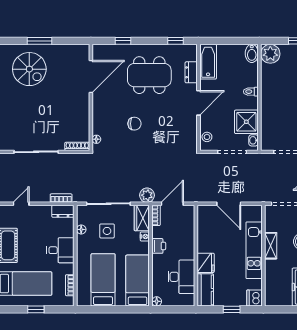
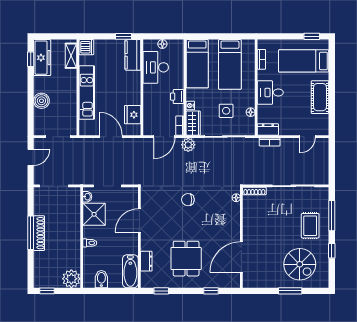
bidet: (252, 53) -> (101, 279), moved
spiral stairs: (29, 69) -> (300, 264), turned 180
dining table: (149, 75) -> (186, 259), width x0.73
door: (198, 103) -> (139, 221), moved
rug: (18, 110) -> (310, 226), added
chair: (134, 124) -> (188, 200), moved
stool: (207, 137) -> (131, 200), removed
shelving: (271, 246) -> (71, 56), moved
fridge: (206, 263) -> (133, 115), moved
floor lamp: (157, 301) -> (162, 44), moved
window: (36, 309) -> (312, 36), moved
window: (232, 309) -> (123, 36), moved

